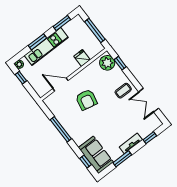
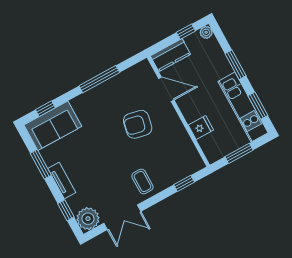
window: (95, 30) -> (239, 153), width x0.69
kitchen unit: (46, 46) -> (243, 107), moved
plant: (107, 63) -> (88, 219), moved
door: (61, 84) -> (166, 89), hinge flipped
kitchen counter: (38, 85) -> (170, 55), added
double door: (149, 100) -> (122, 217), swing flipped

